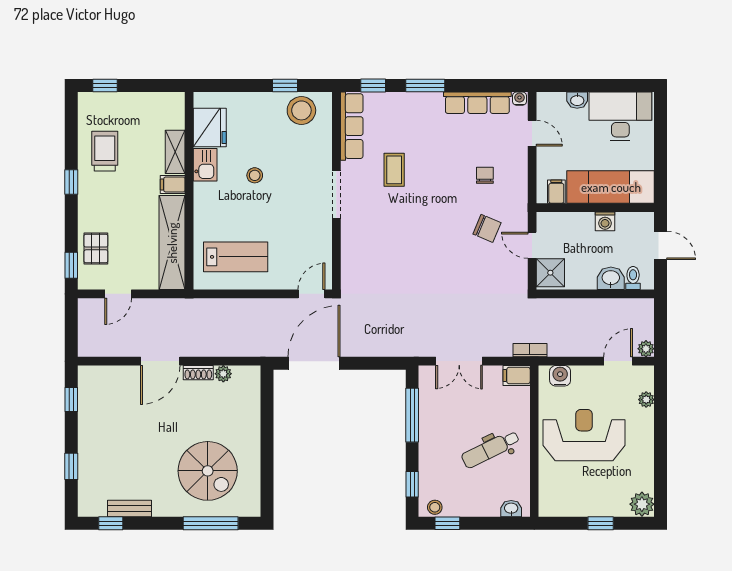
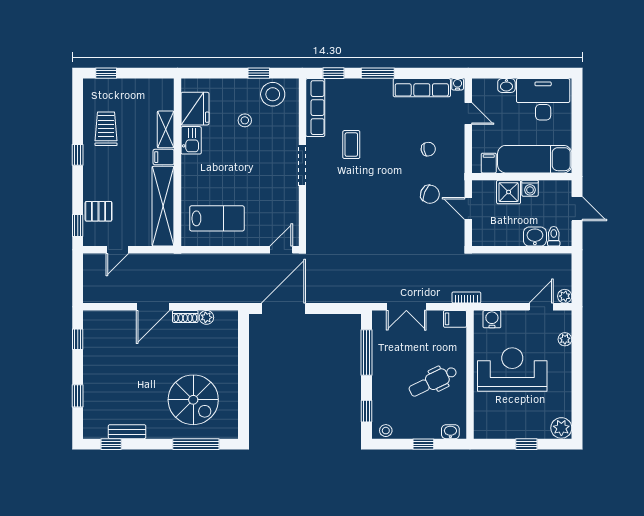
stool: (255, 175) -> (245, 120), moved
chair: (485, 175) -> (428, 149), turned 80
pallet: (96, 248) -> (99, 211), turned 90
shower: (550, 273) -> (509, 192), moved
window: (447, 523) -> (423, 444), moved

